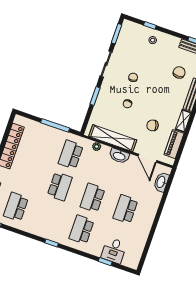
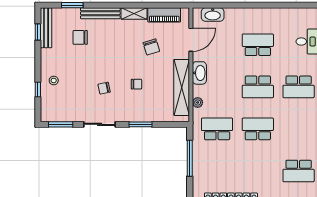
school desk: (71, 155) -> (217, 129), turned 180
school desk: (125, 209) -> (258, 45), turned 180

